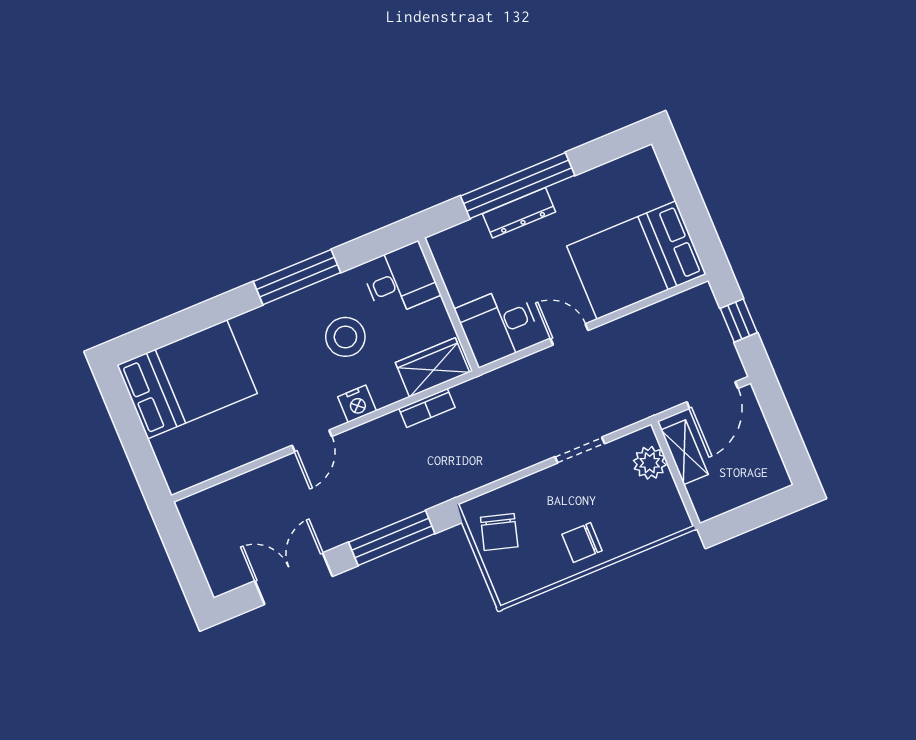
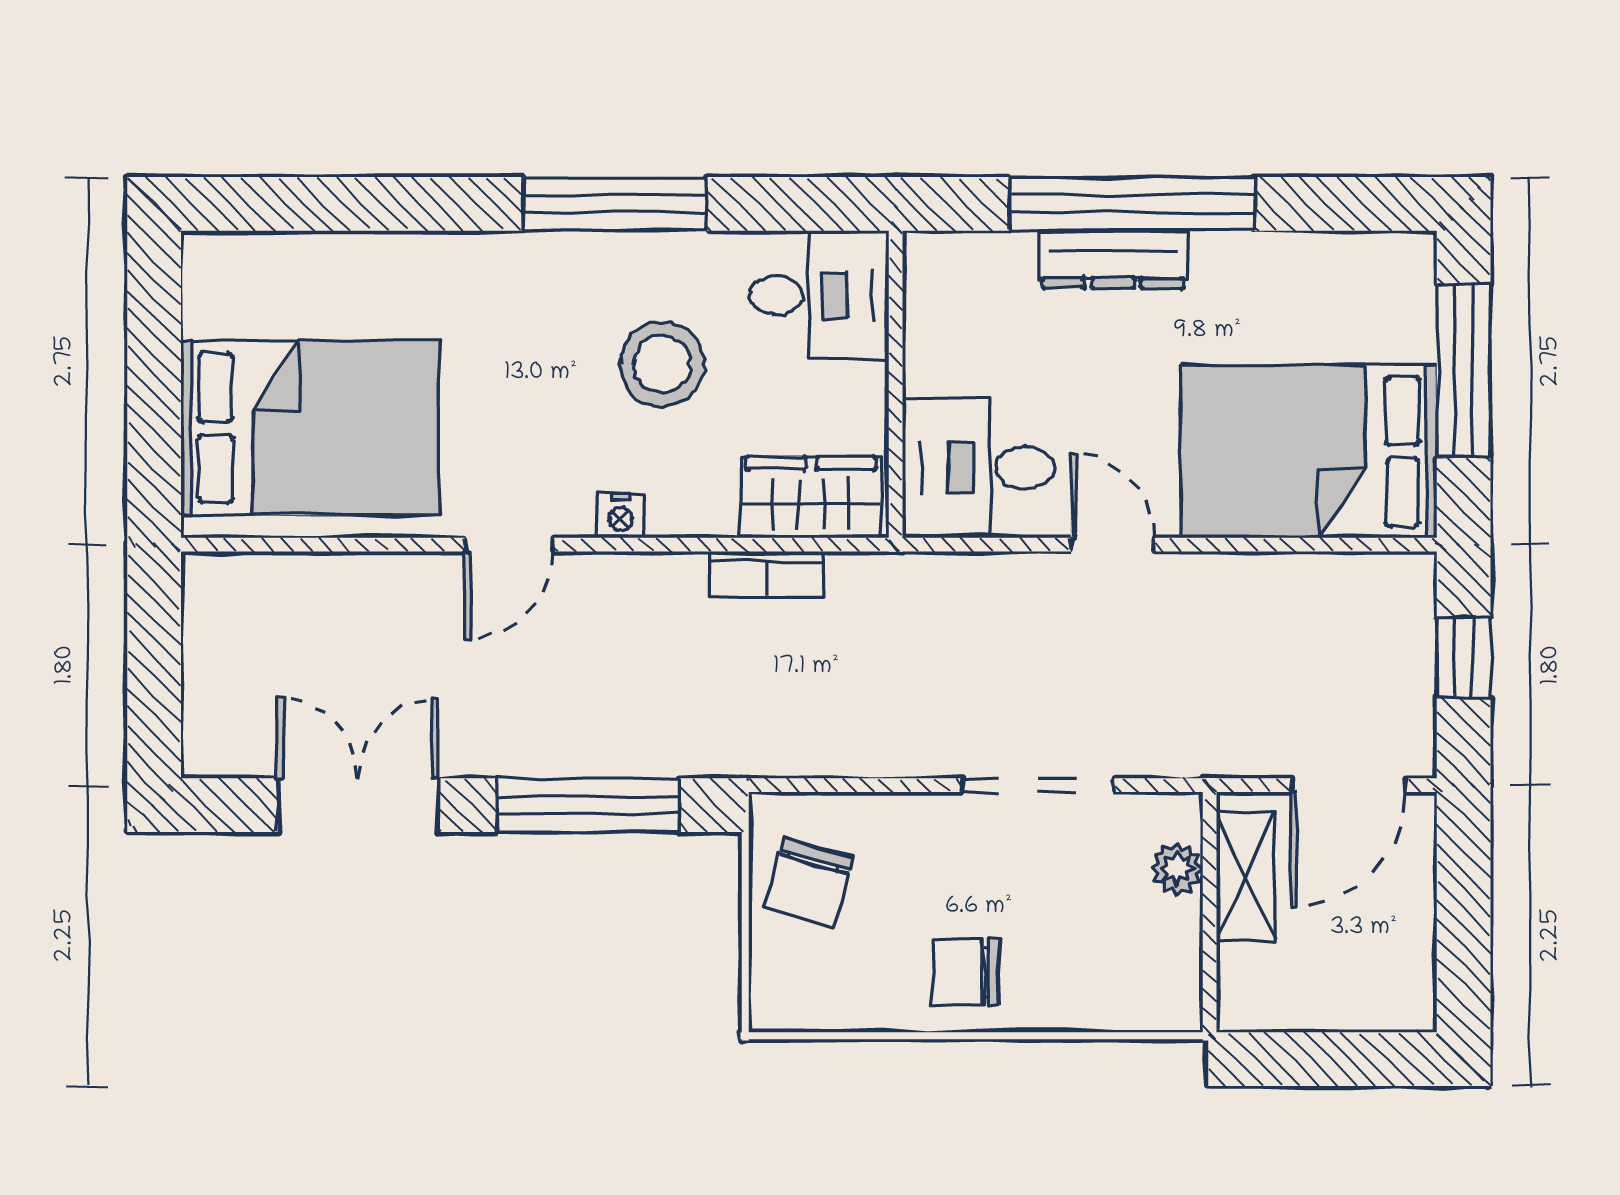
window: (688, 198) -> (1464, 371), added
bed: (187, 379) -> (310, 428), moved
nightstand: (357, 404) -> (621, 516), width x0.72, depth x0.74
doorway: (580, 450) -> (1038, 785), width x1.38
plant: (650, 463) -> (1177, 869), width x0.73, depth x0.73

